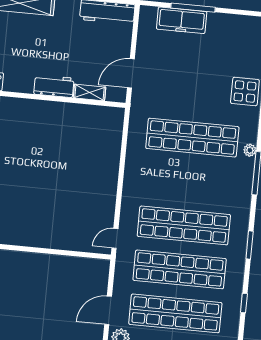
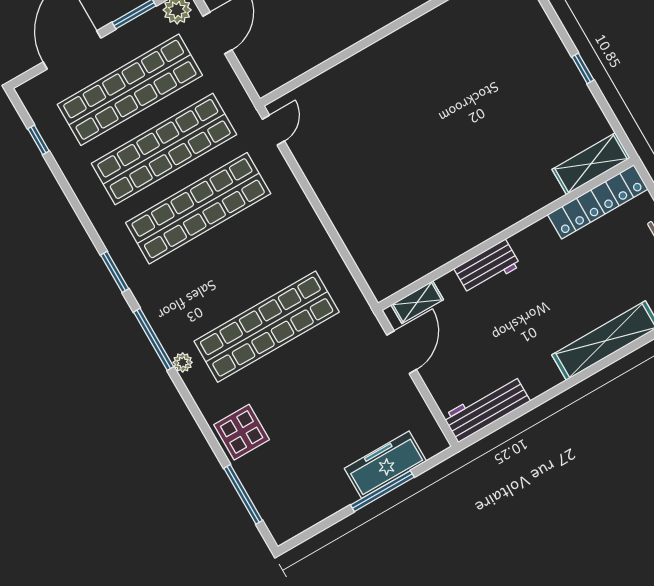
shelving: (90, 92) -> (417, 302), moved
window: (250, 245) -> (115, 272), moved
window: (244, 303) -> (38, 140), moved

